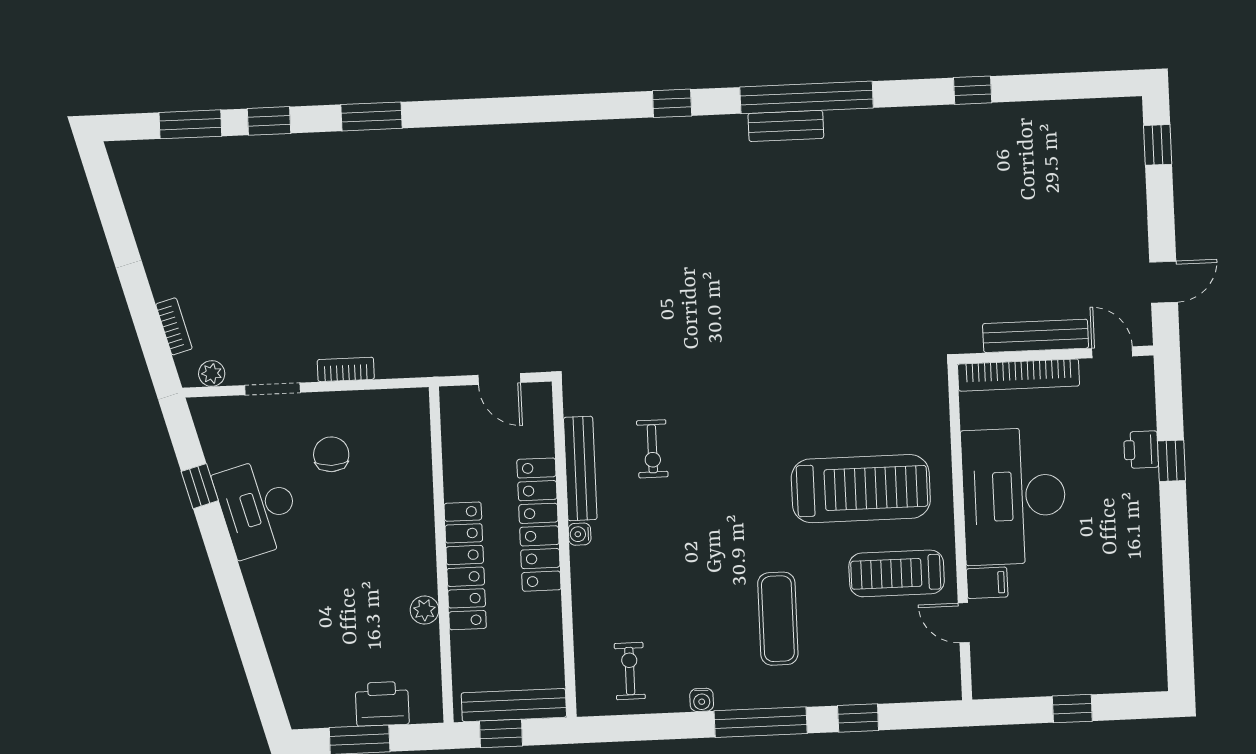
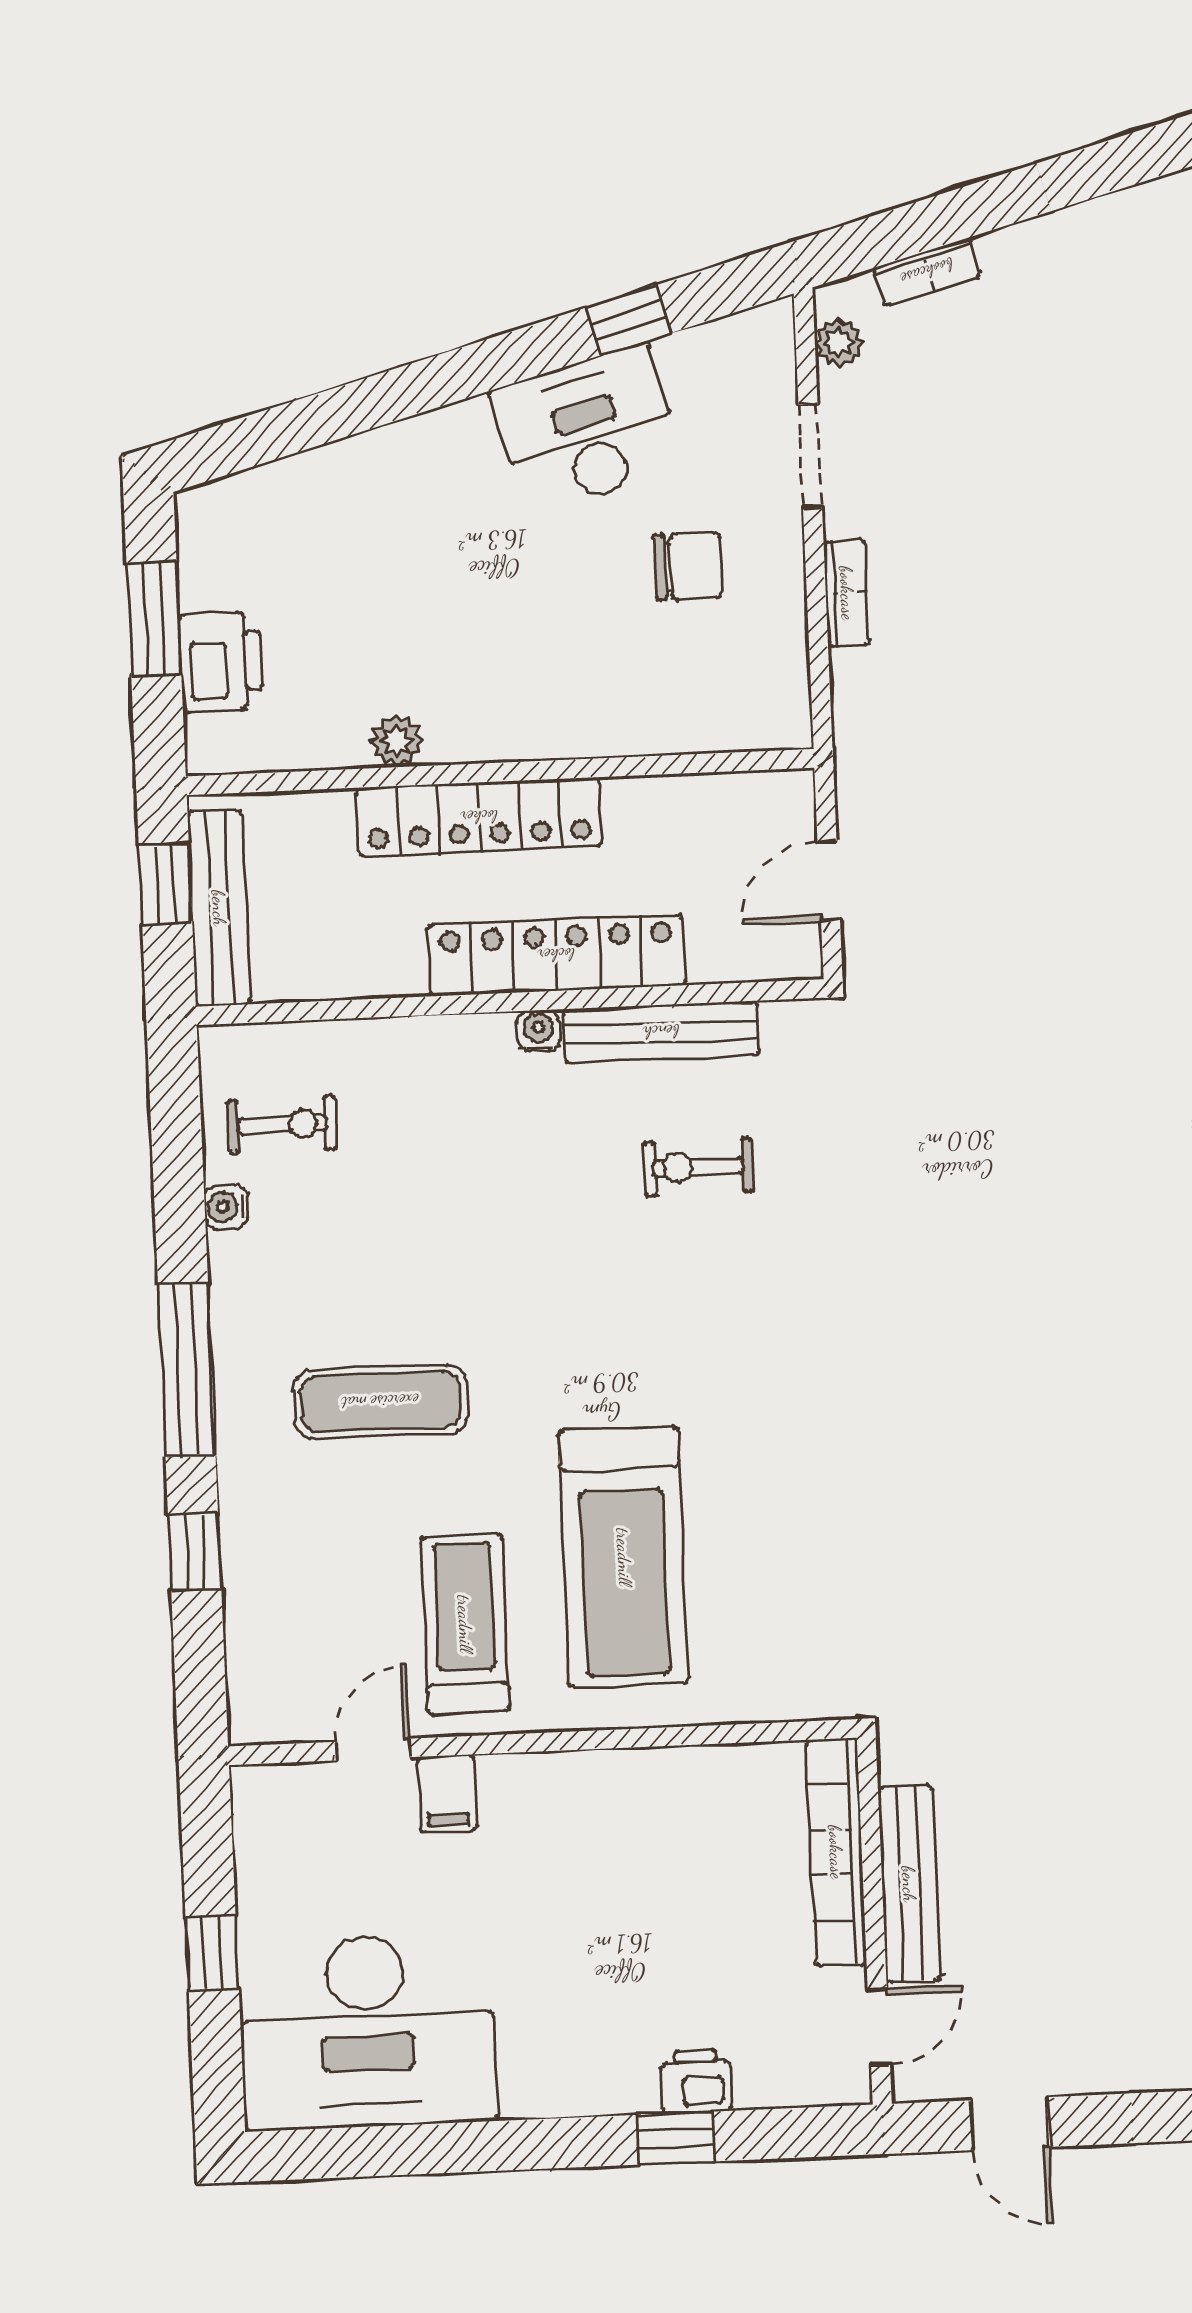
desk: (1014, 496) -> (367, 2032), moved, turned 180
water cooler: (702, 700) -> (226, 1207), moved

